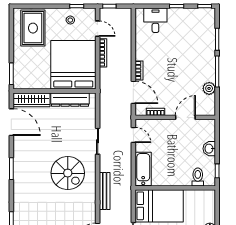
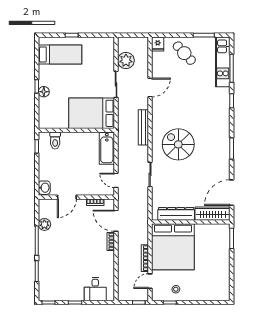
rug: (33, 28) -> (211, 282), removed
door: (98, 29) -> (150, 281), hinge flipped
door: (11, 122) -> (232, 193), hinge flipped
washbasin: (209, 149) -> (44, 188), moved

